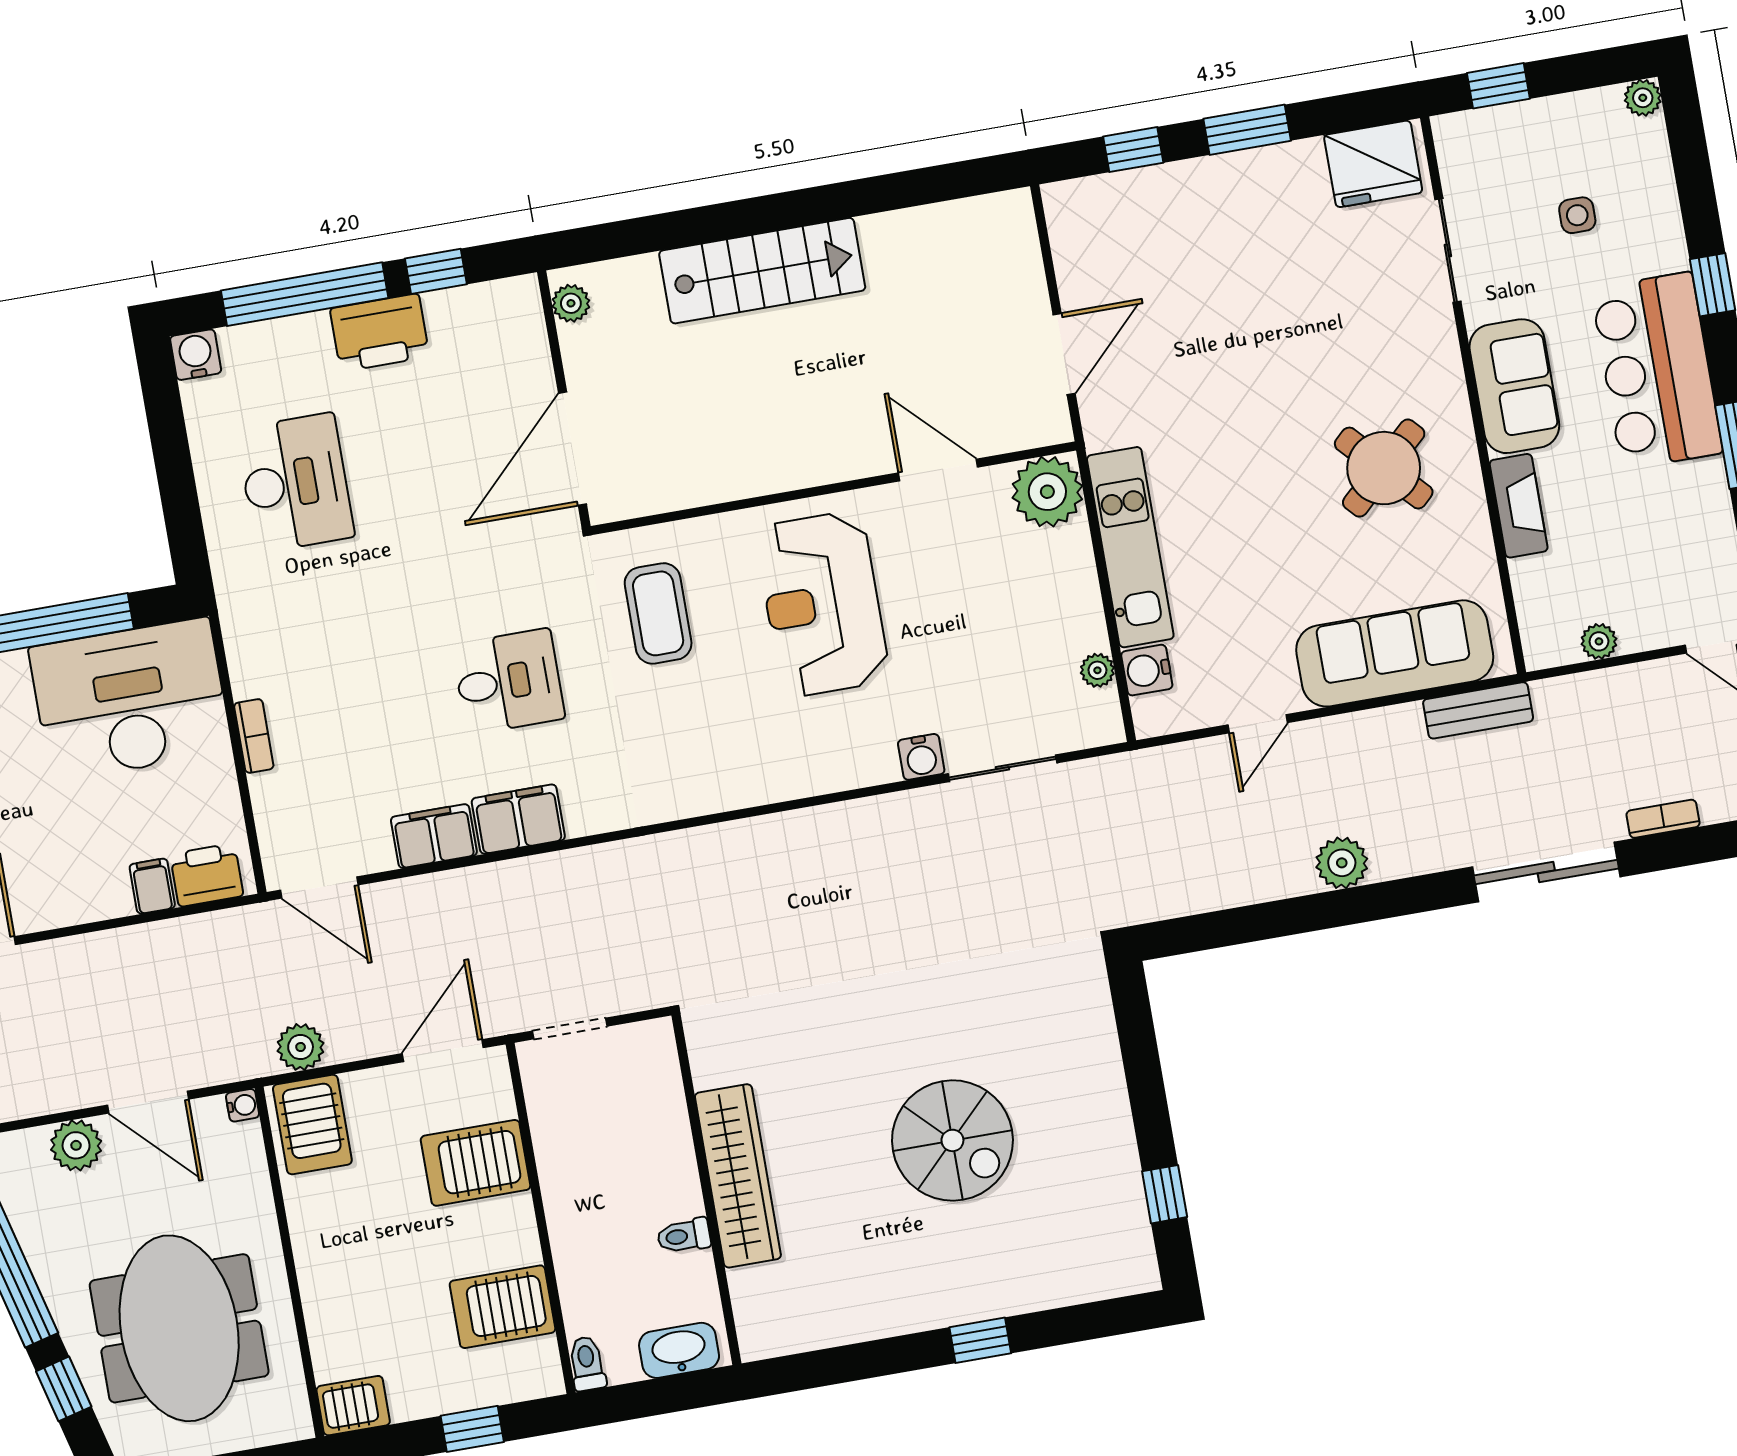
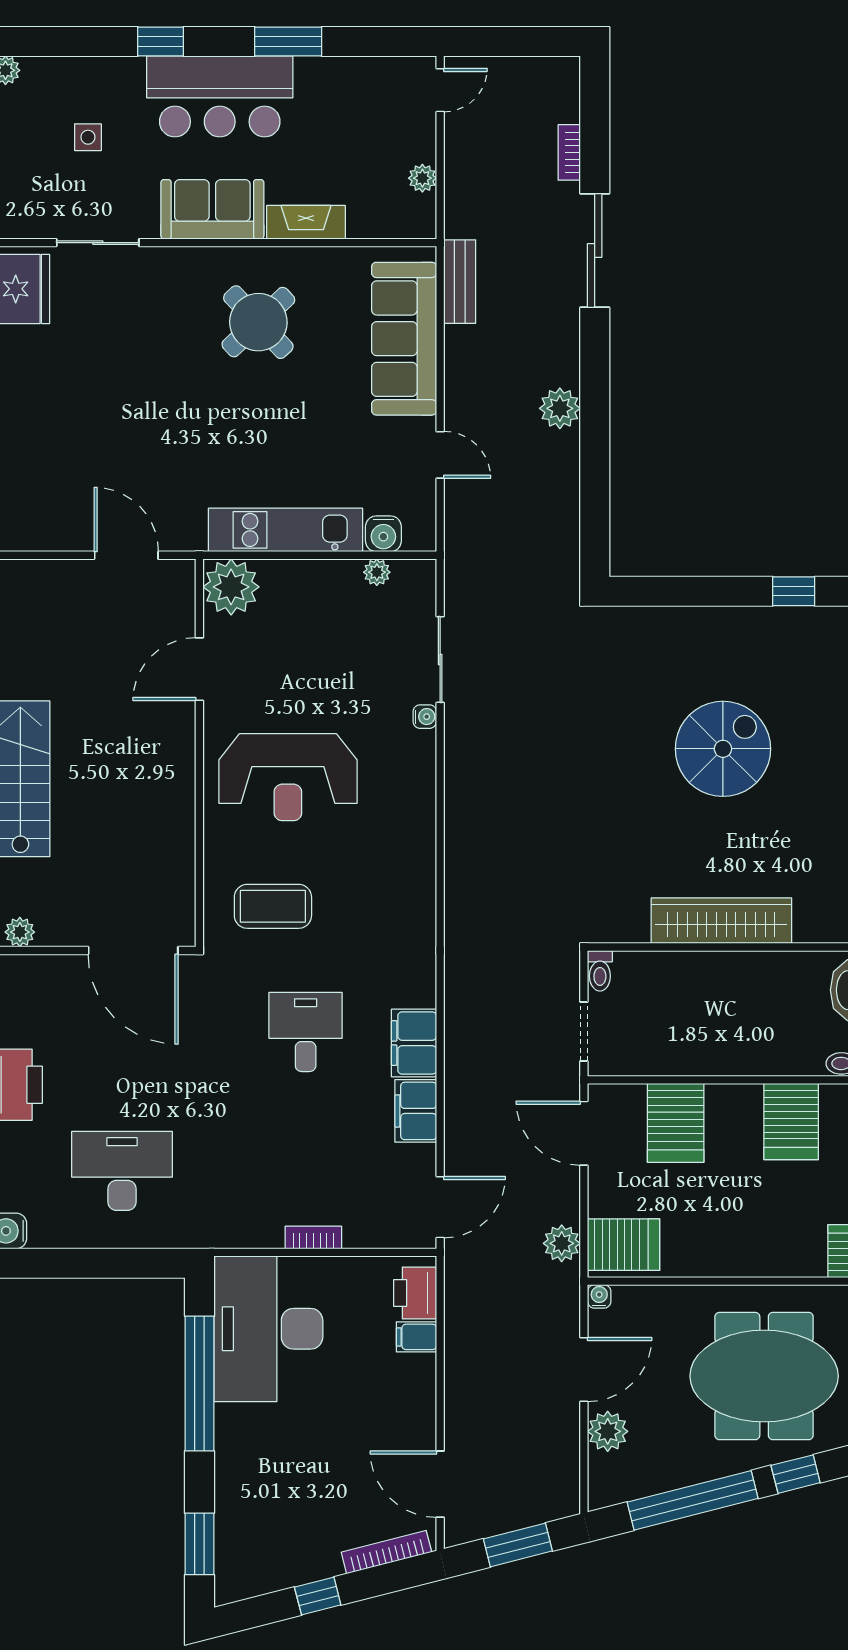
water cooler: (921, 757) -> (425, 717), width x0.72, depth x0.72
toilet: (684, 1236) -> (600, 971), moved

